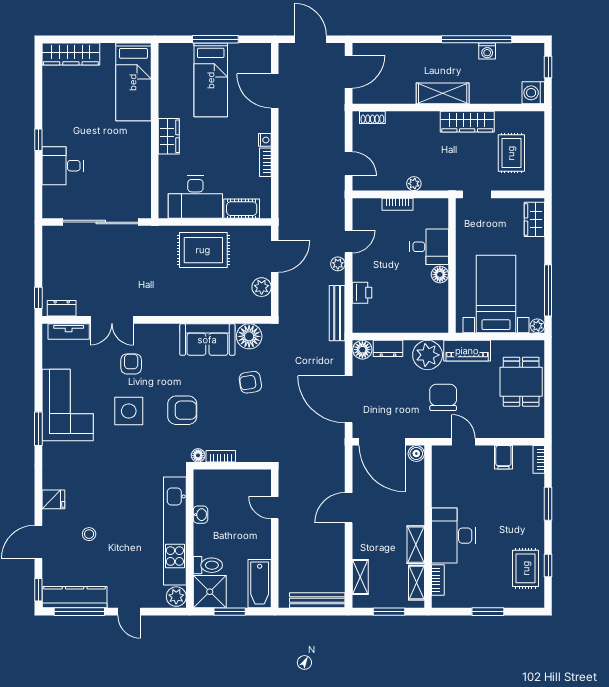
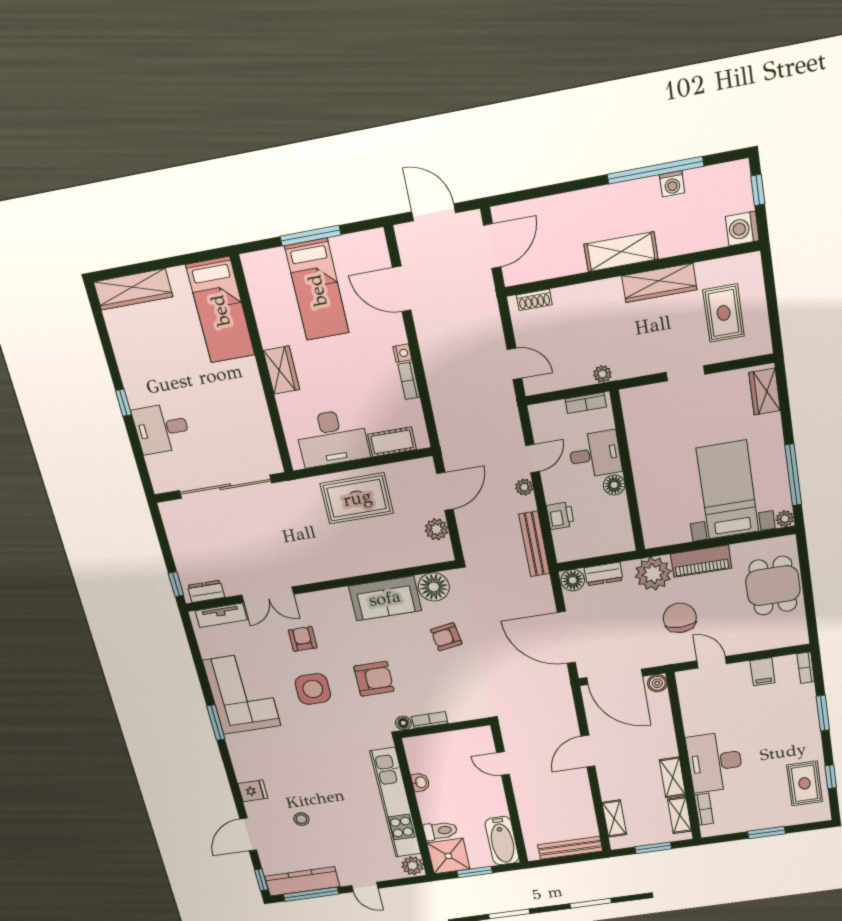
desk: (429, 247) -> (595, 454), moved
wall: (452, 265) -> (628, 472), moved
floor lamp: (440, 274) -> (614, 485), moved

